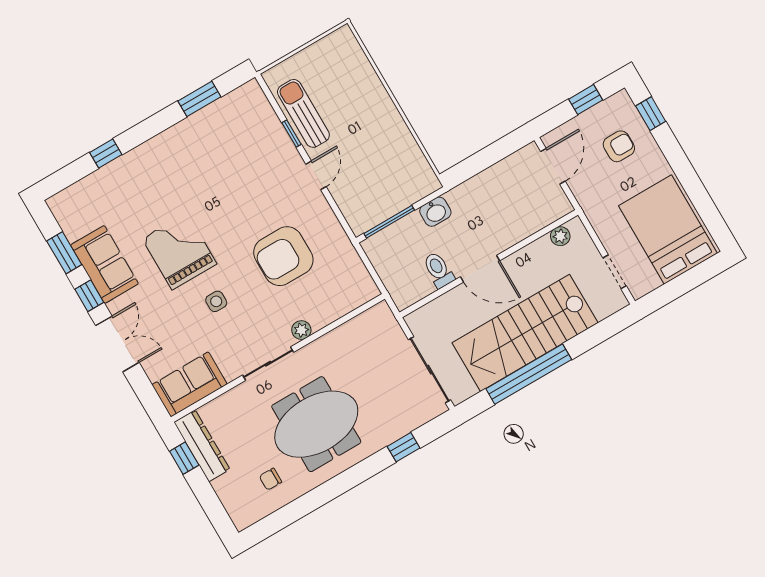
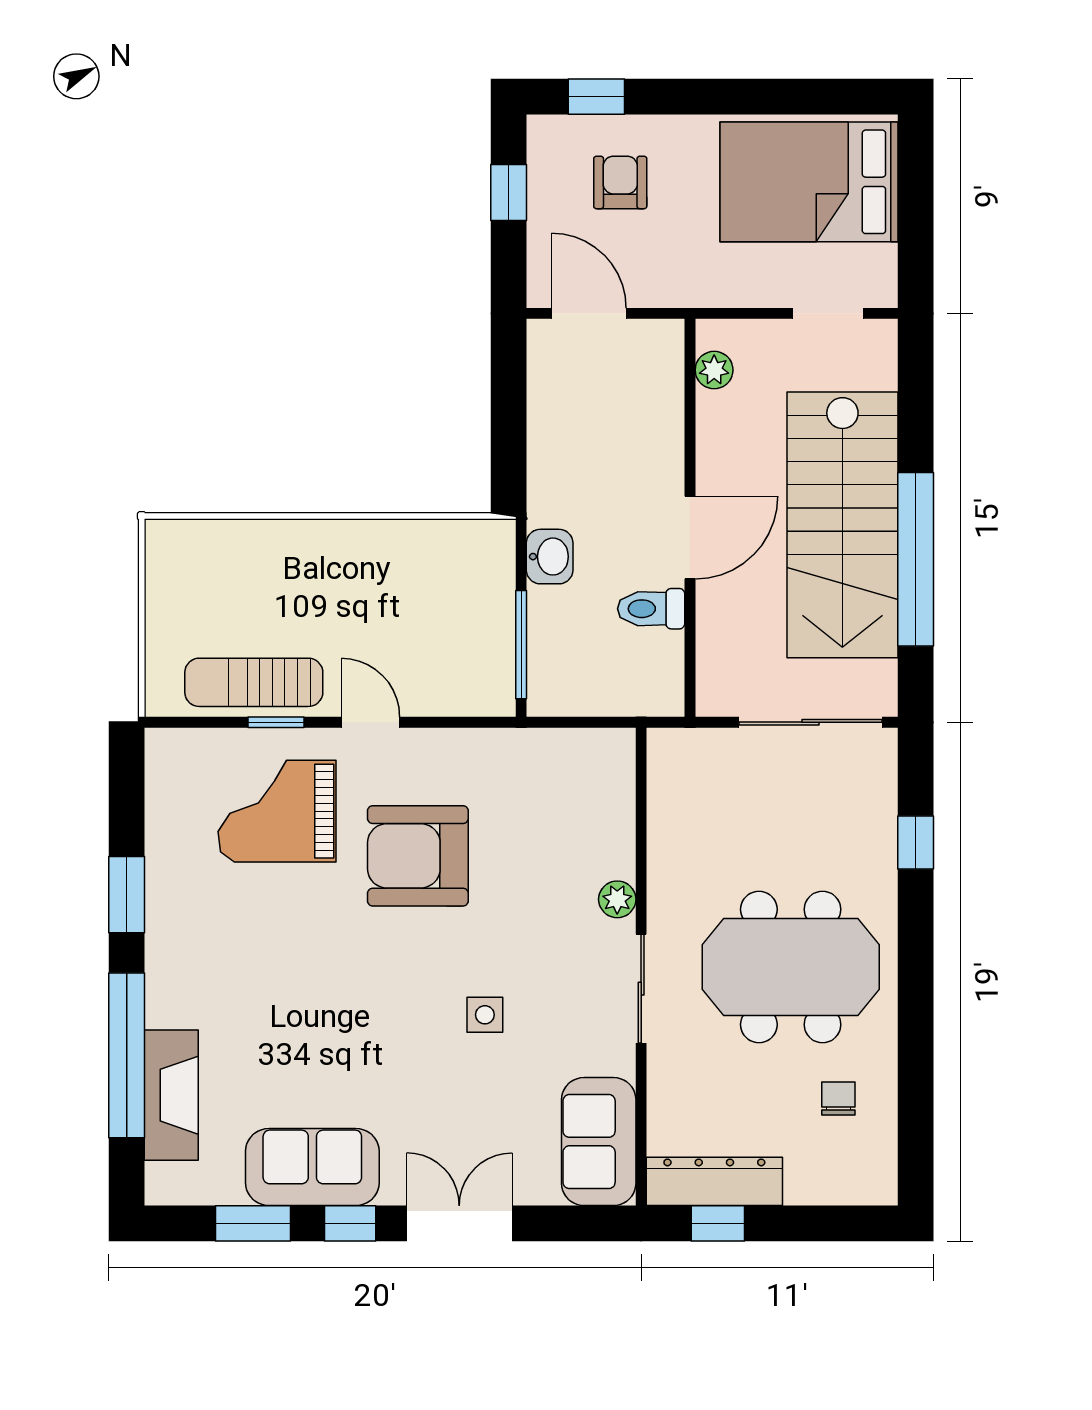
window: (199, 99) -> (127, 895), moved
window: (106, 154) -> (127, 1055), width x3.17
fireplace: (100, 184) -> (171, 1095), added
grand piano: (179, 251) -> (277, 811), moved
armchair: (283, 256) -> (418, 856), moved, turned 90
meeting table: (316, 424) -> (791, 967), turned 90
chair: (270, 479) -> (838, 1099), turned 180

